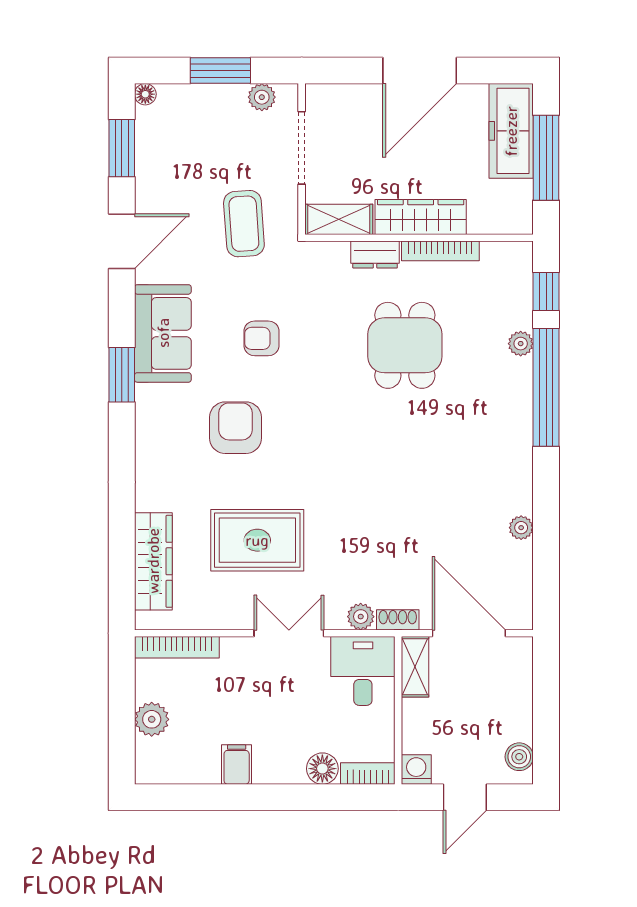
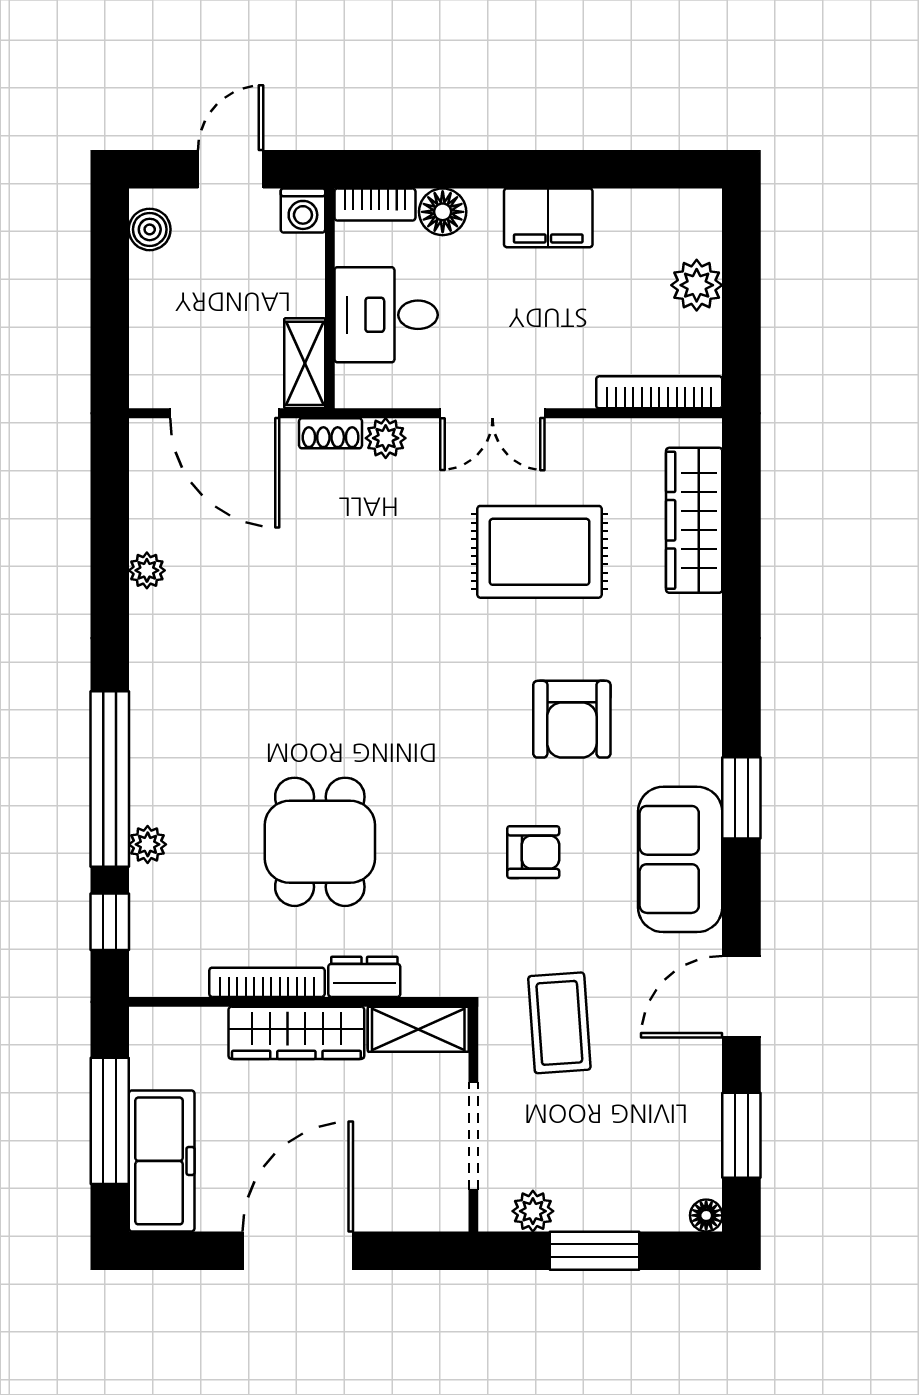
desk: (363, 671) -> (386, 315), moved, turned 90
filing cabinet: (237, 765) -> (548, 218), width x2.00

